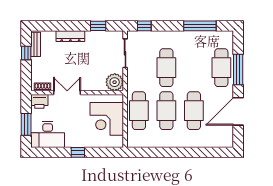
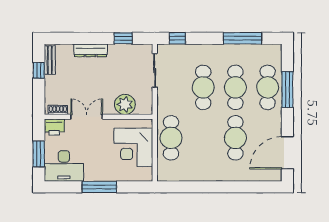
plant: (115, 82) -> (125, 104), moved
cafe table: (166, 111) -> (235, 87), moved
door: (238, 111) -> (287, 153), moved
window: (78, 152) -> (99, 187), width x2.17

